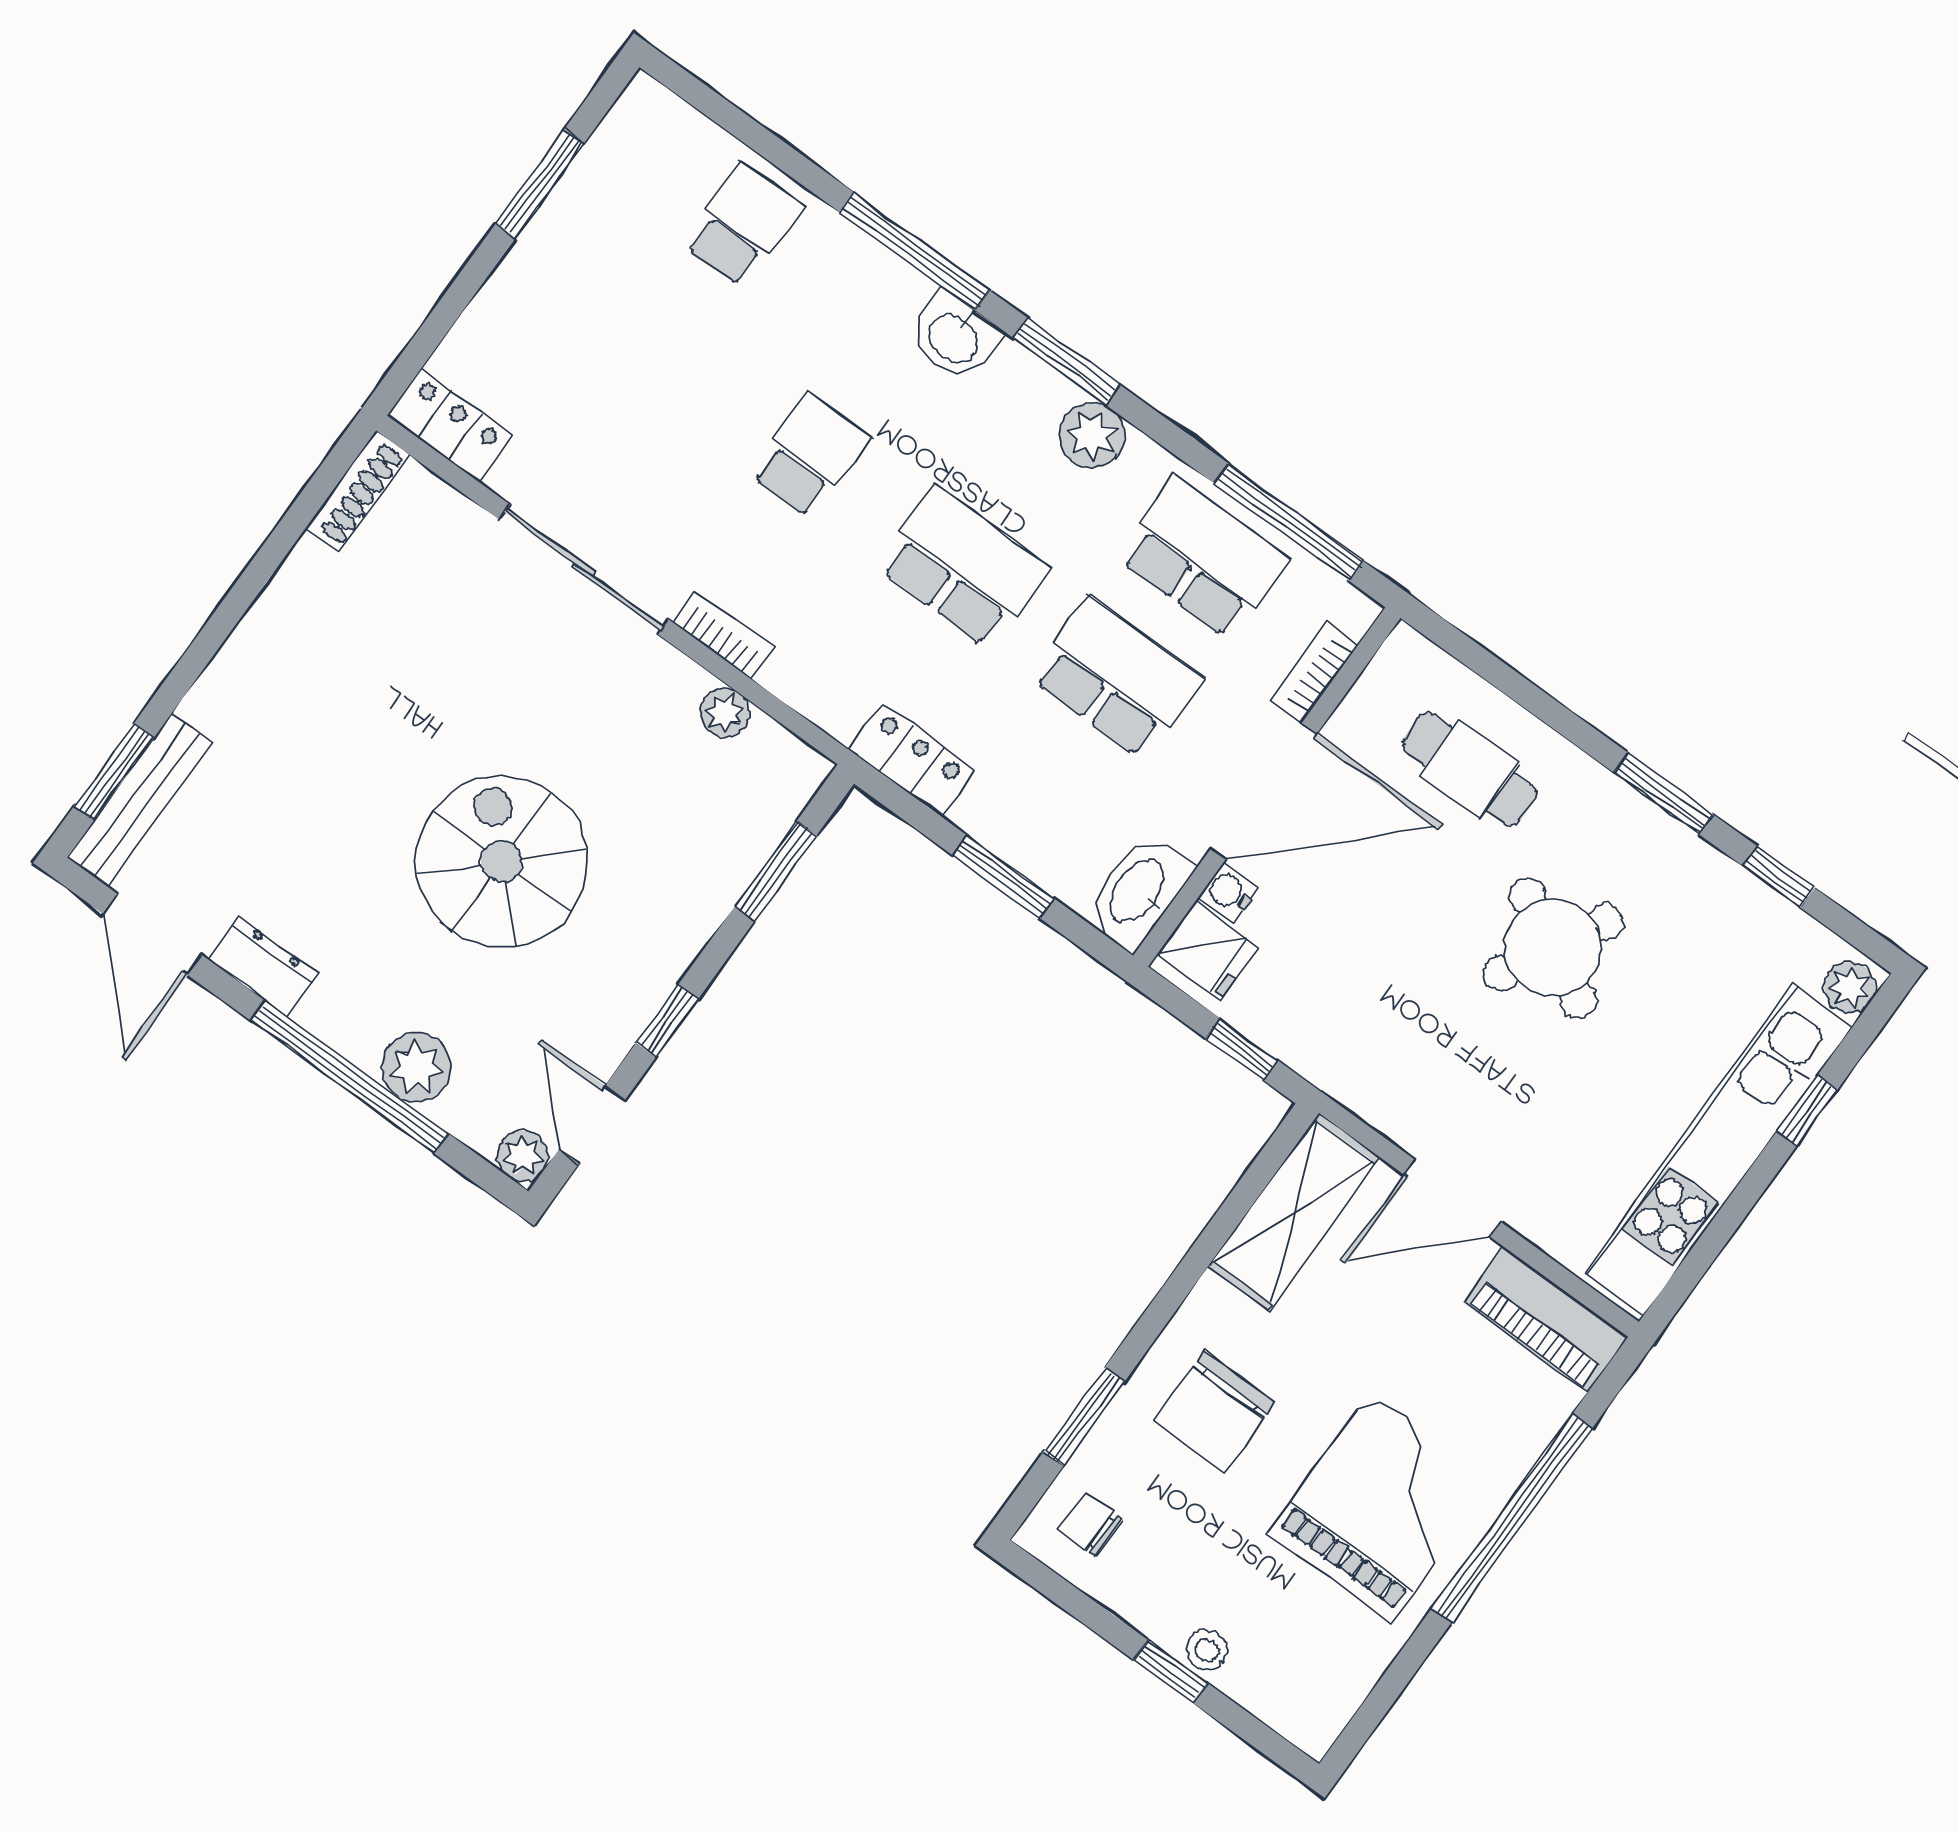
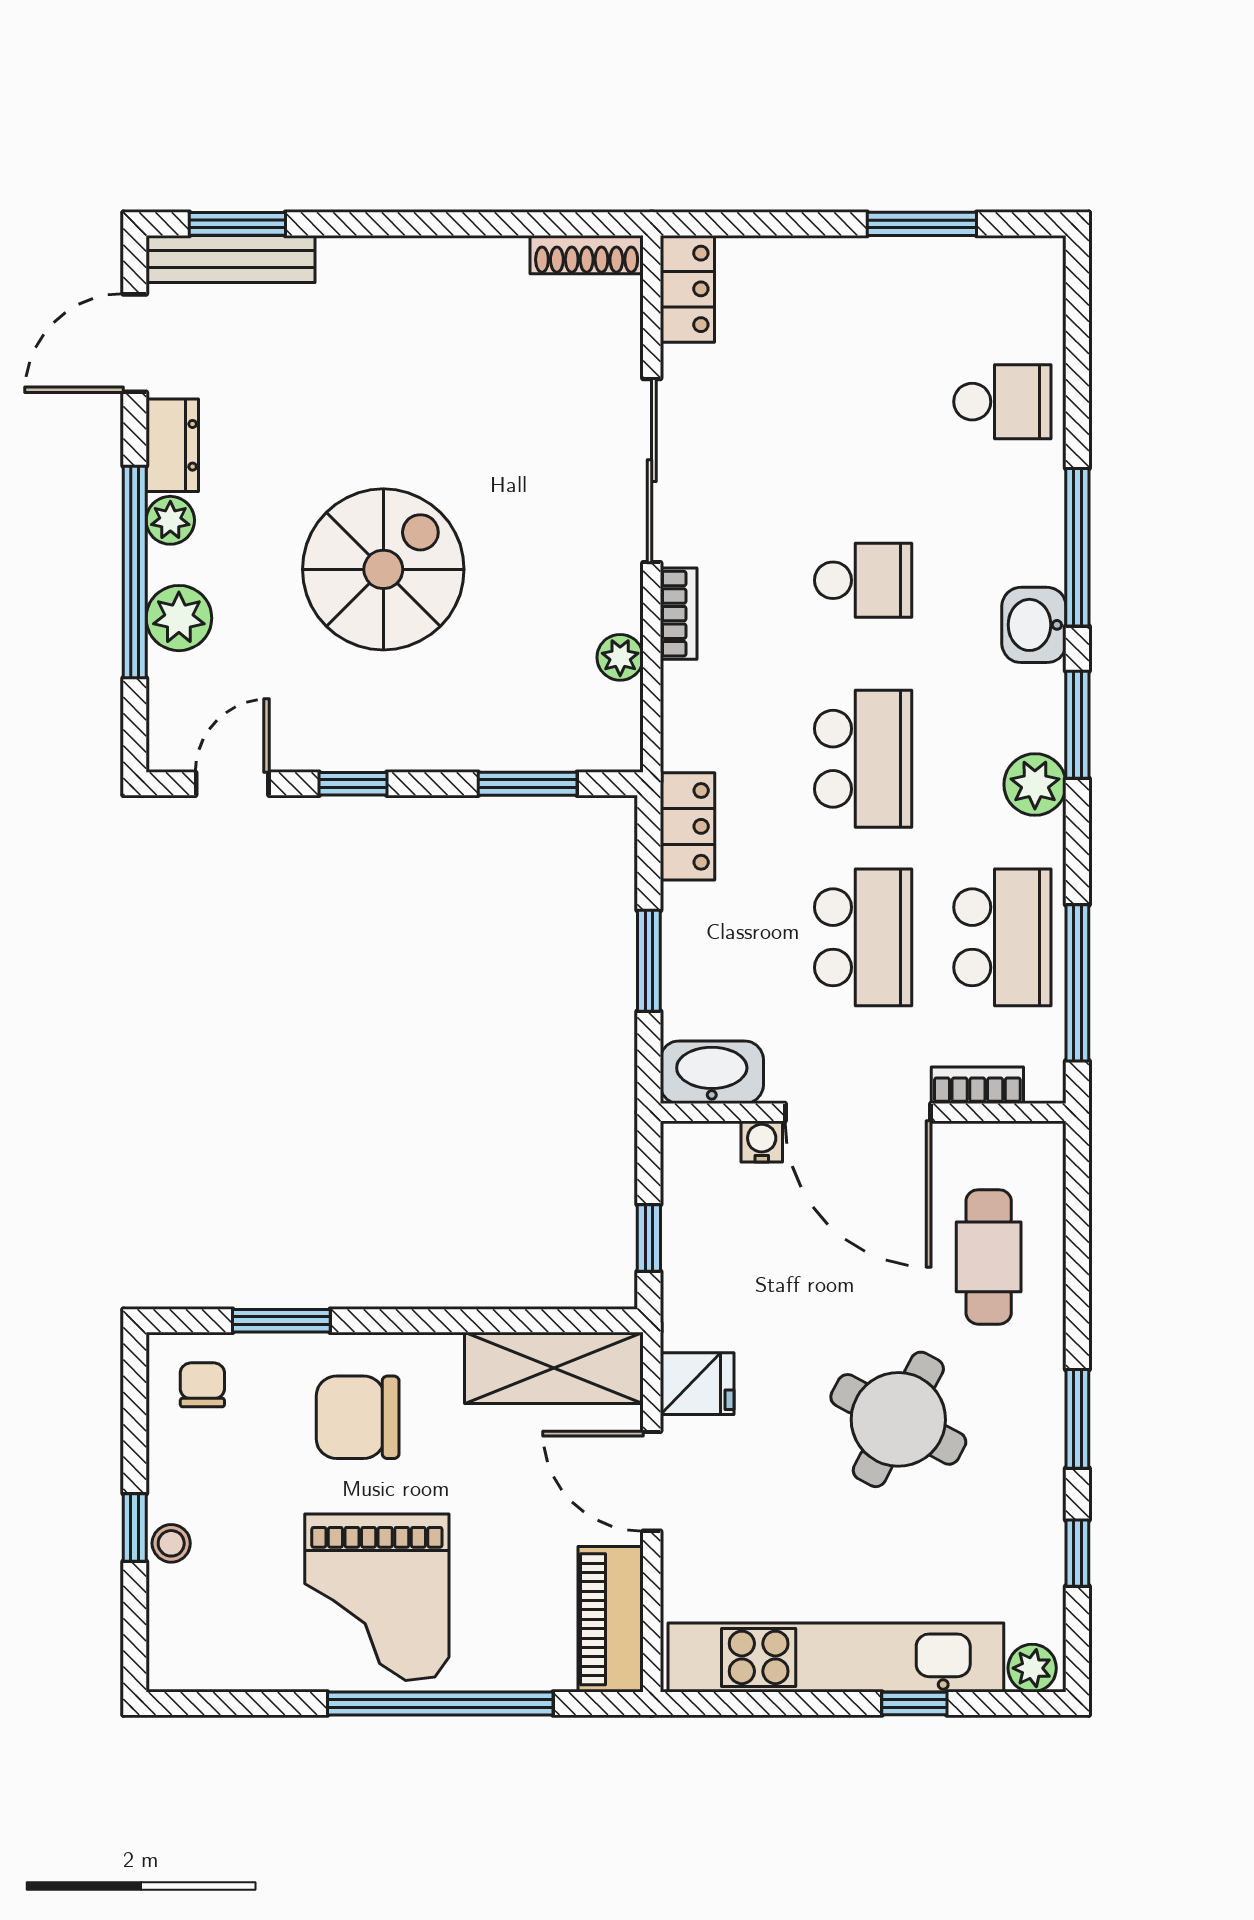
fridge: (1208, 951) -> (697, 1384), moved, turned -90
plant: (523, 1156) -> (170, 520), moved
grand piano: (1381, 1507) -> (377, 1597), turned 90

